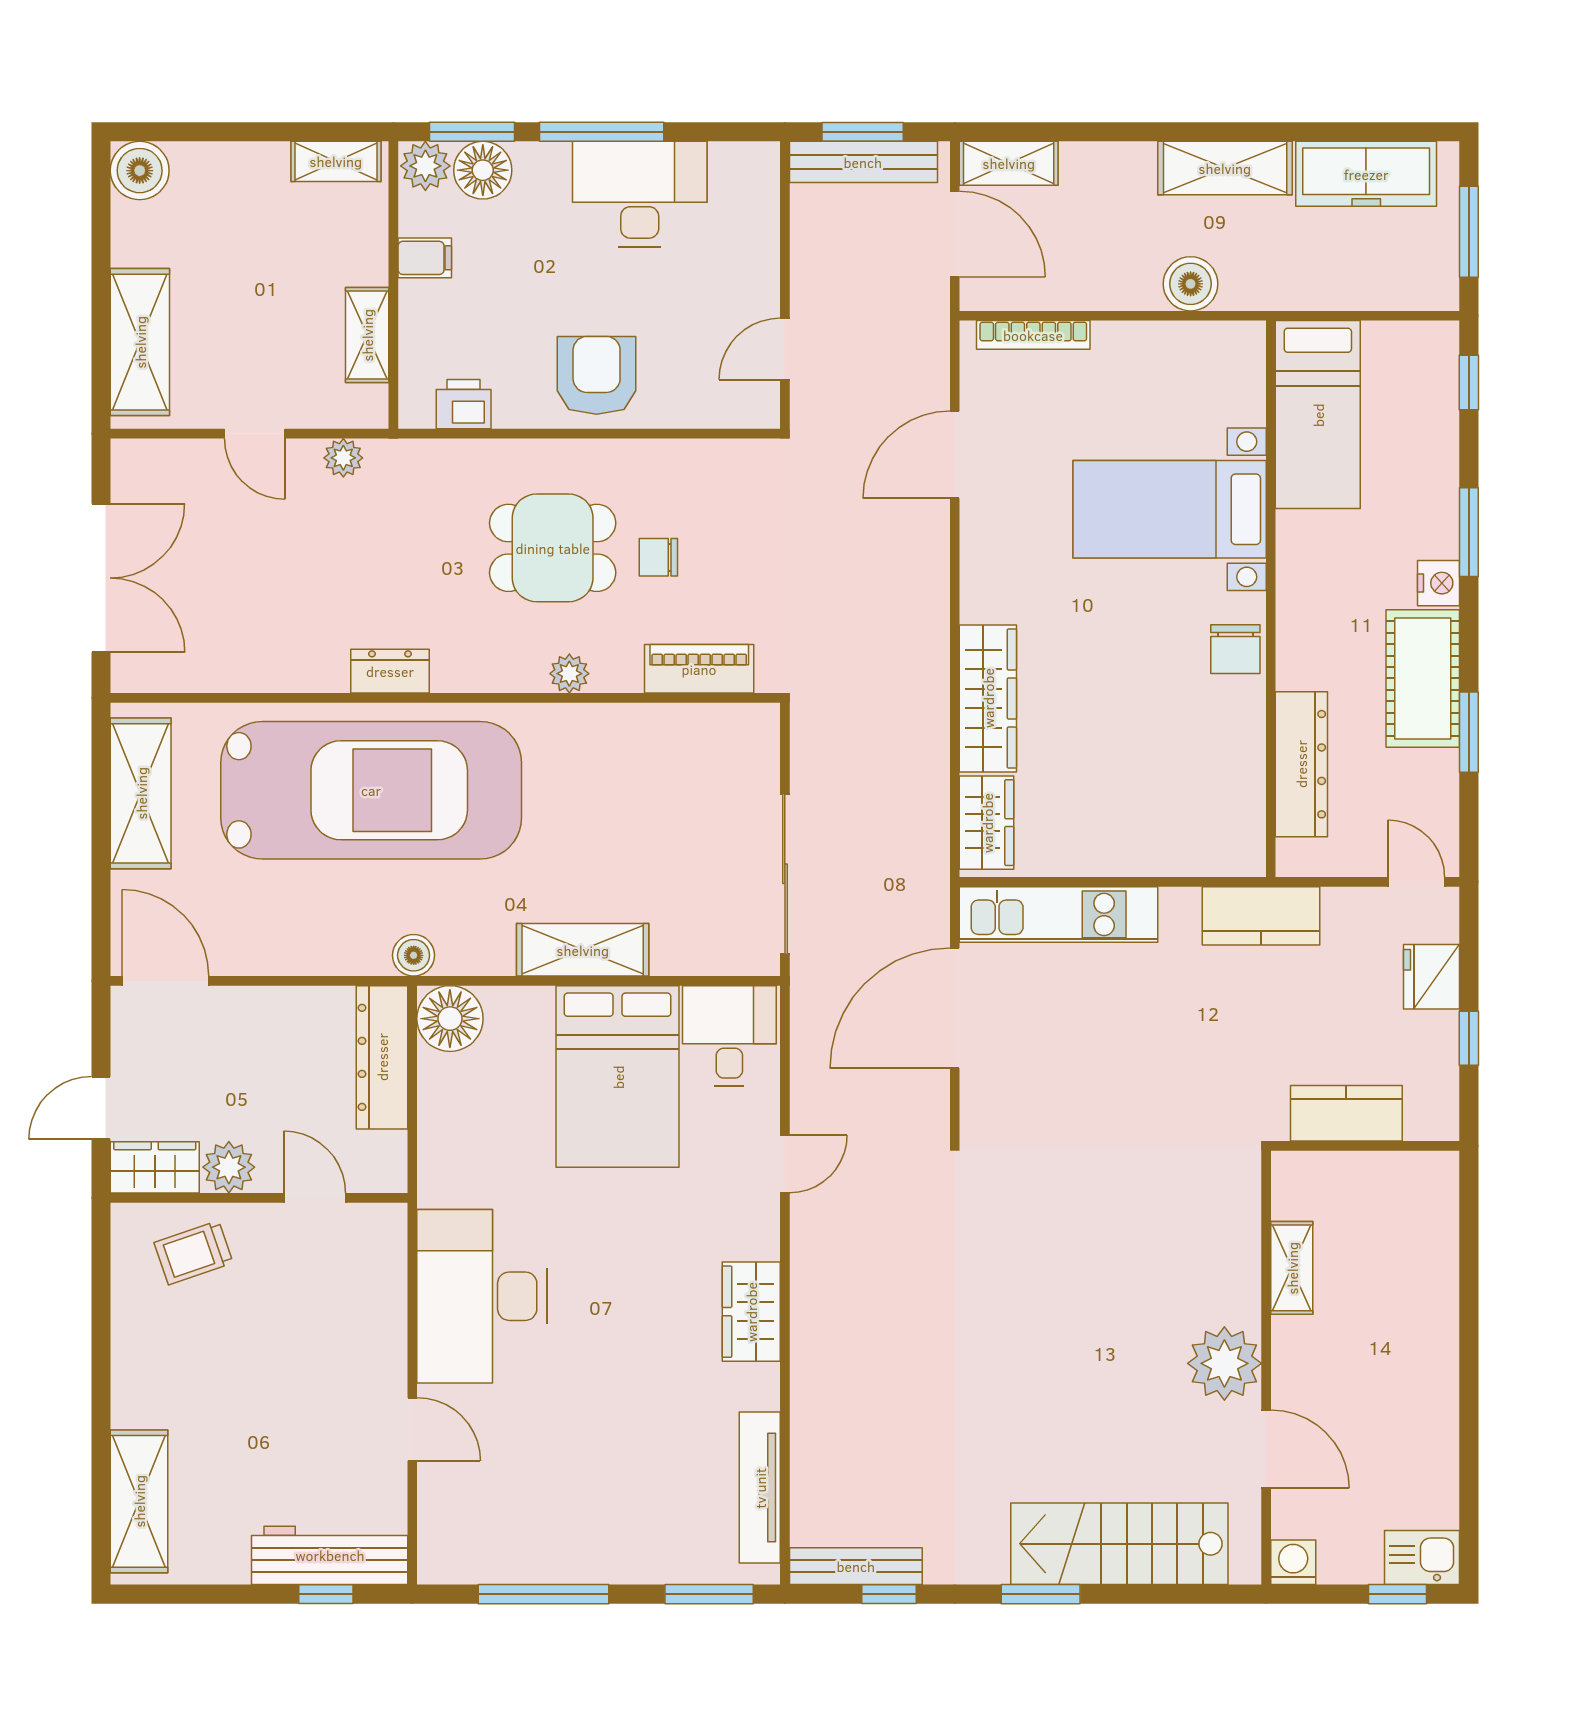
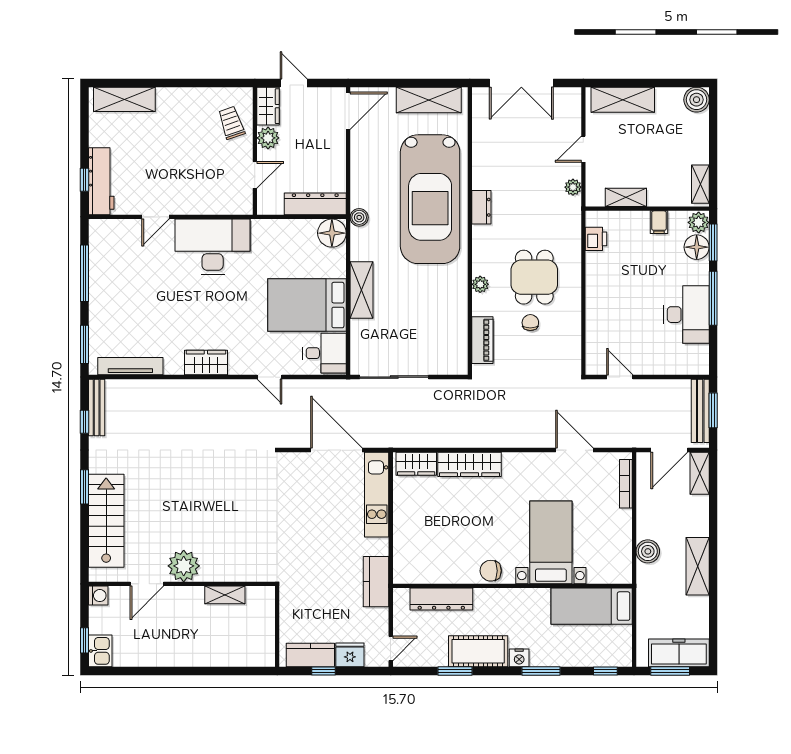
freezer: (1366, 174) -> (679, 653), moved, turned 90
armchair: (597, 375) -> (608, 296), removed
kitchen counter: (1346, 1113) -> (310, 655), moved, turned -90

